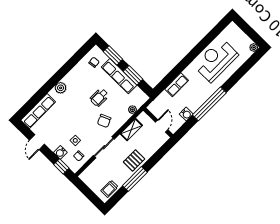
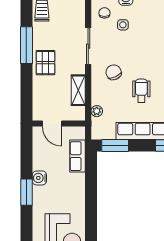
window: (133, 75) -> (115, 146), moved
row of seats: (177, 85) -> (77, 156), moved
window: (209, 104) -> (26, 192), width x0.47
water cooler: (186, 114) -> (39, 178), moved

